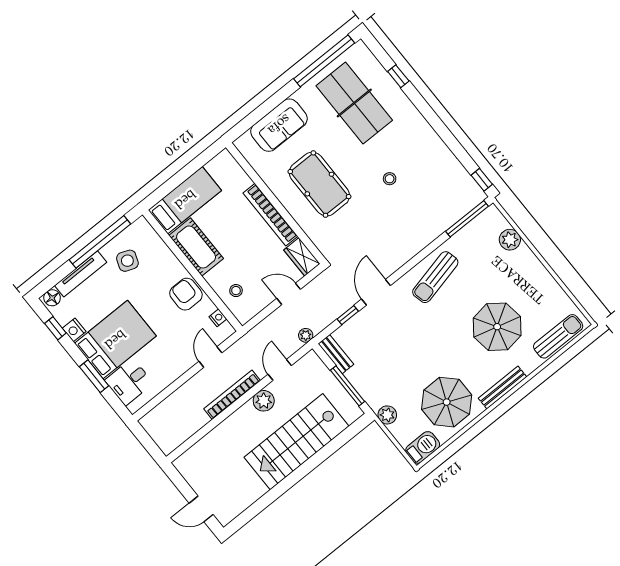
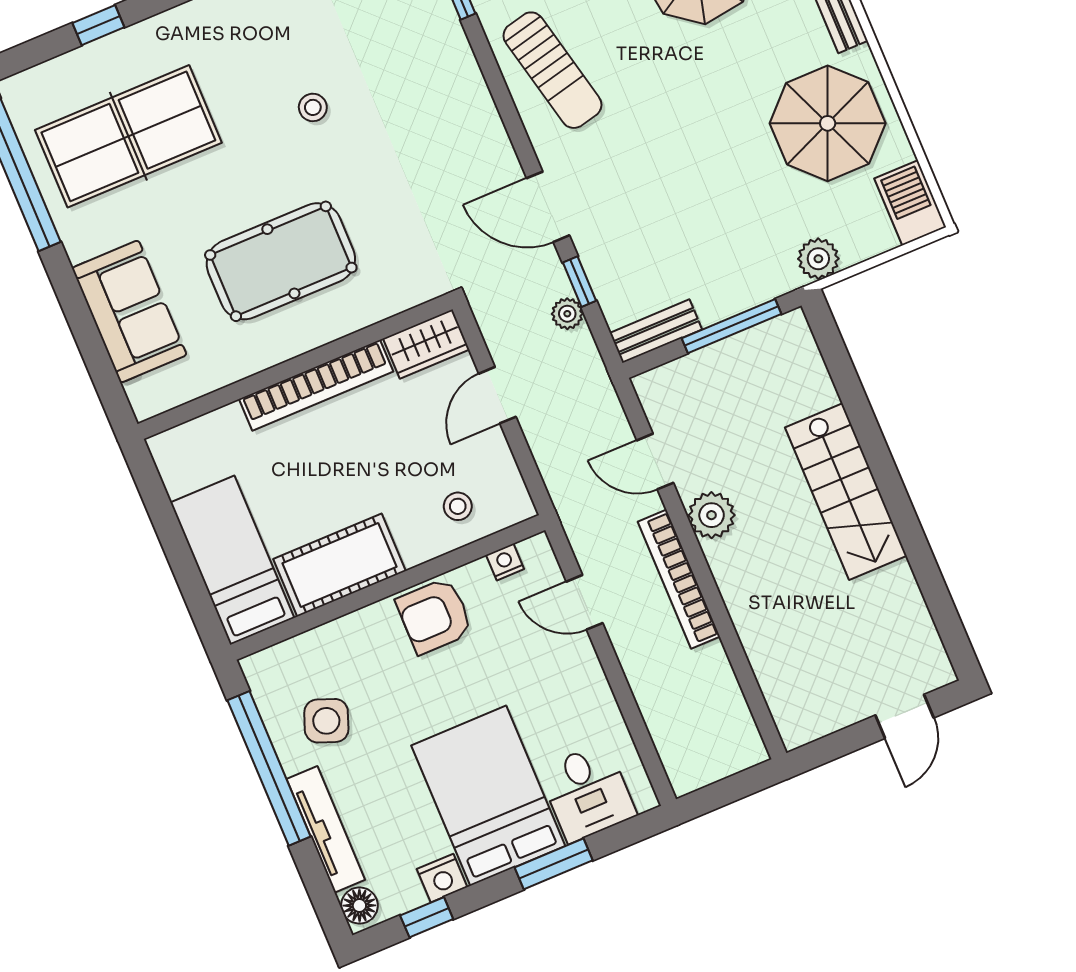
plant: (306, 335) -> (567, 314), moved
stairs: (297, 442) -> (846, 492), width x0.73, depth x0.66

